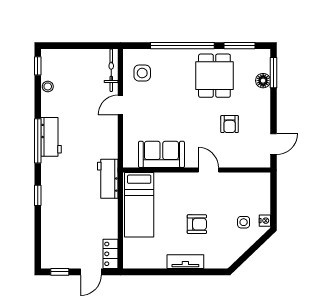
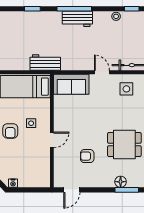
door: (274, 144) -> (72, 190), hinge flipped
sofa: (161, 154) -> (71, 84), moved, turned 90
side table: (244, 222) -> (31, 123), moved

